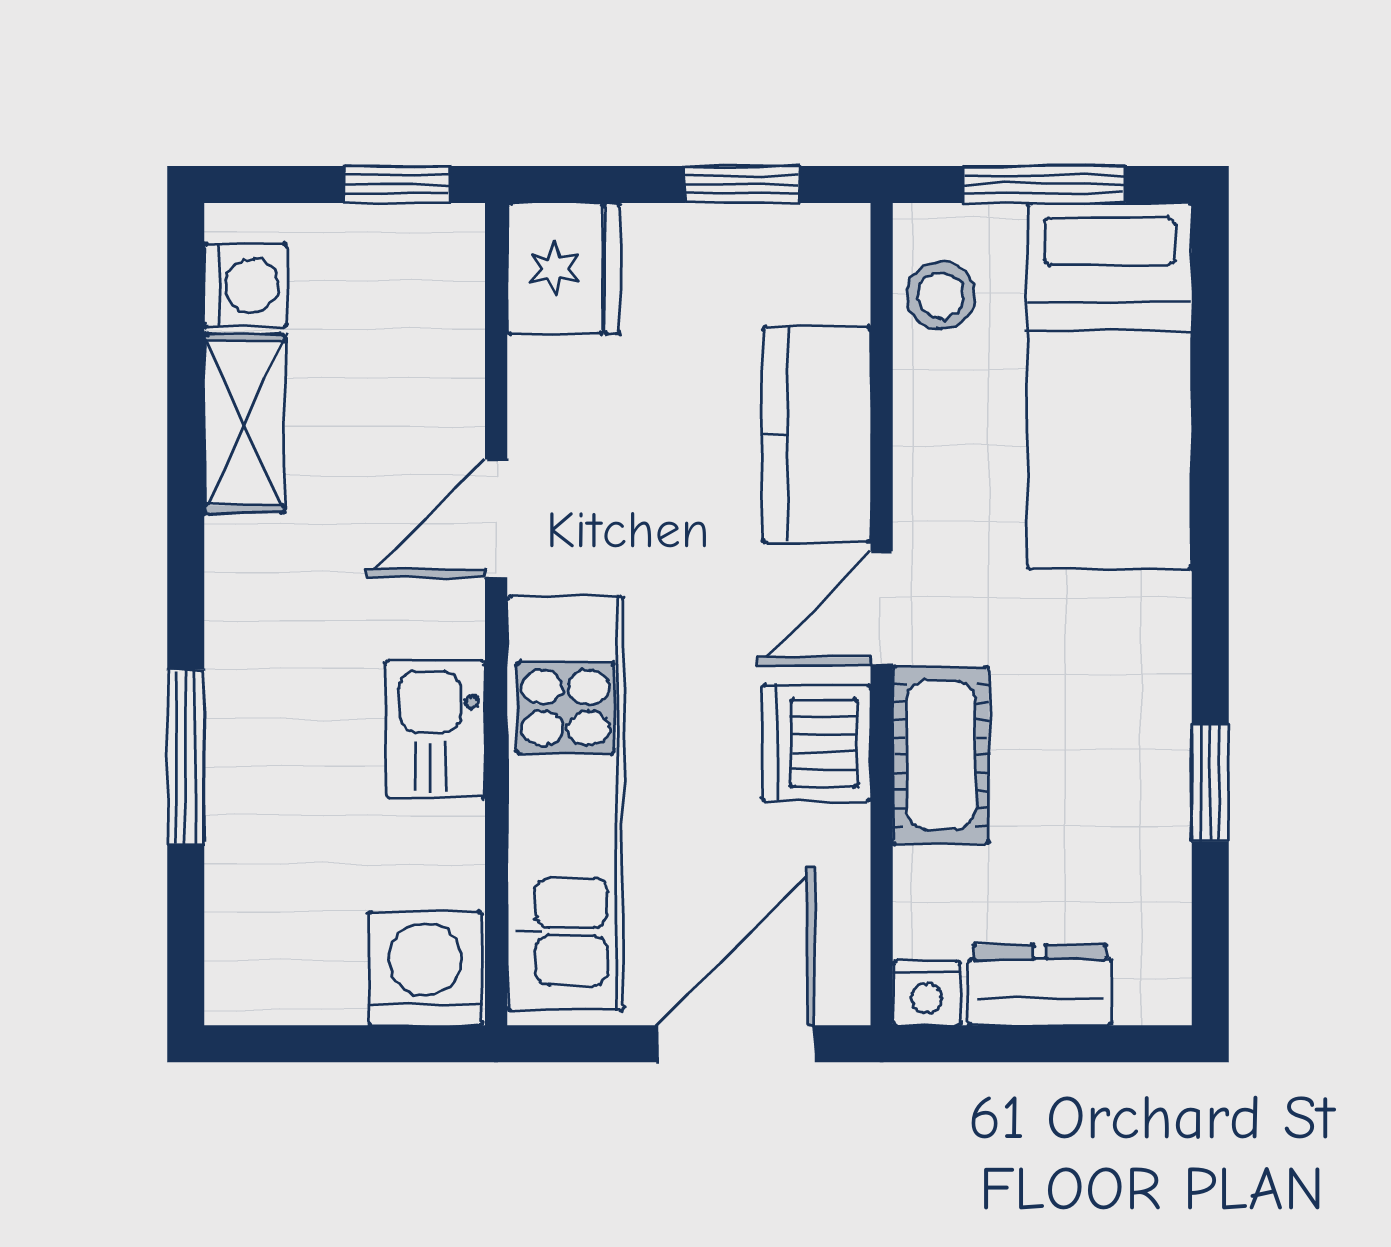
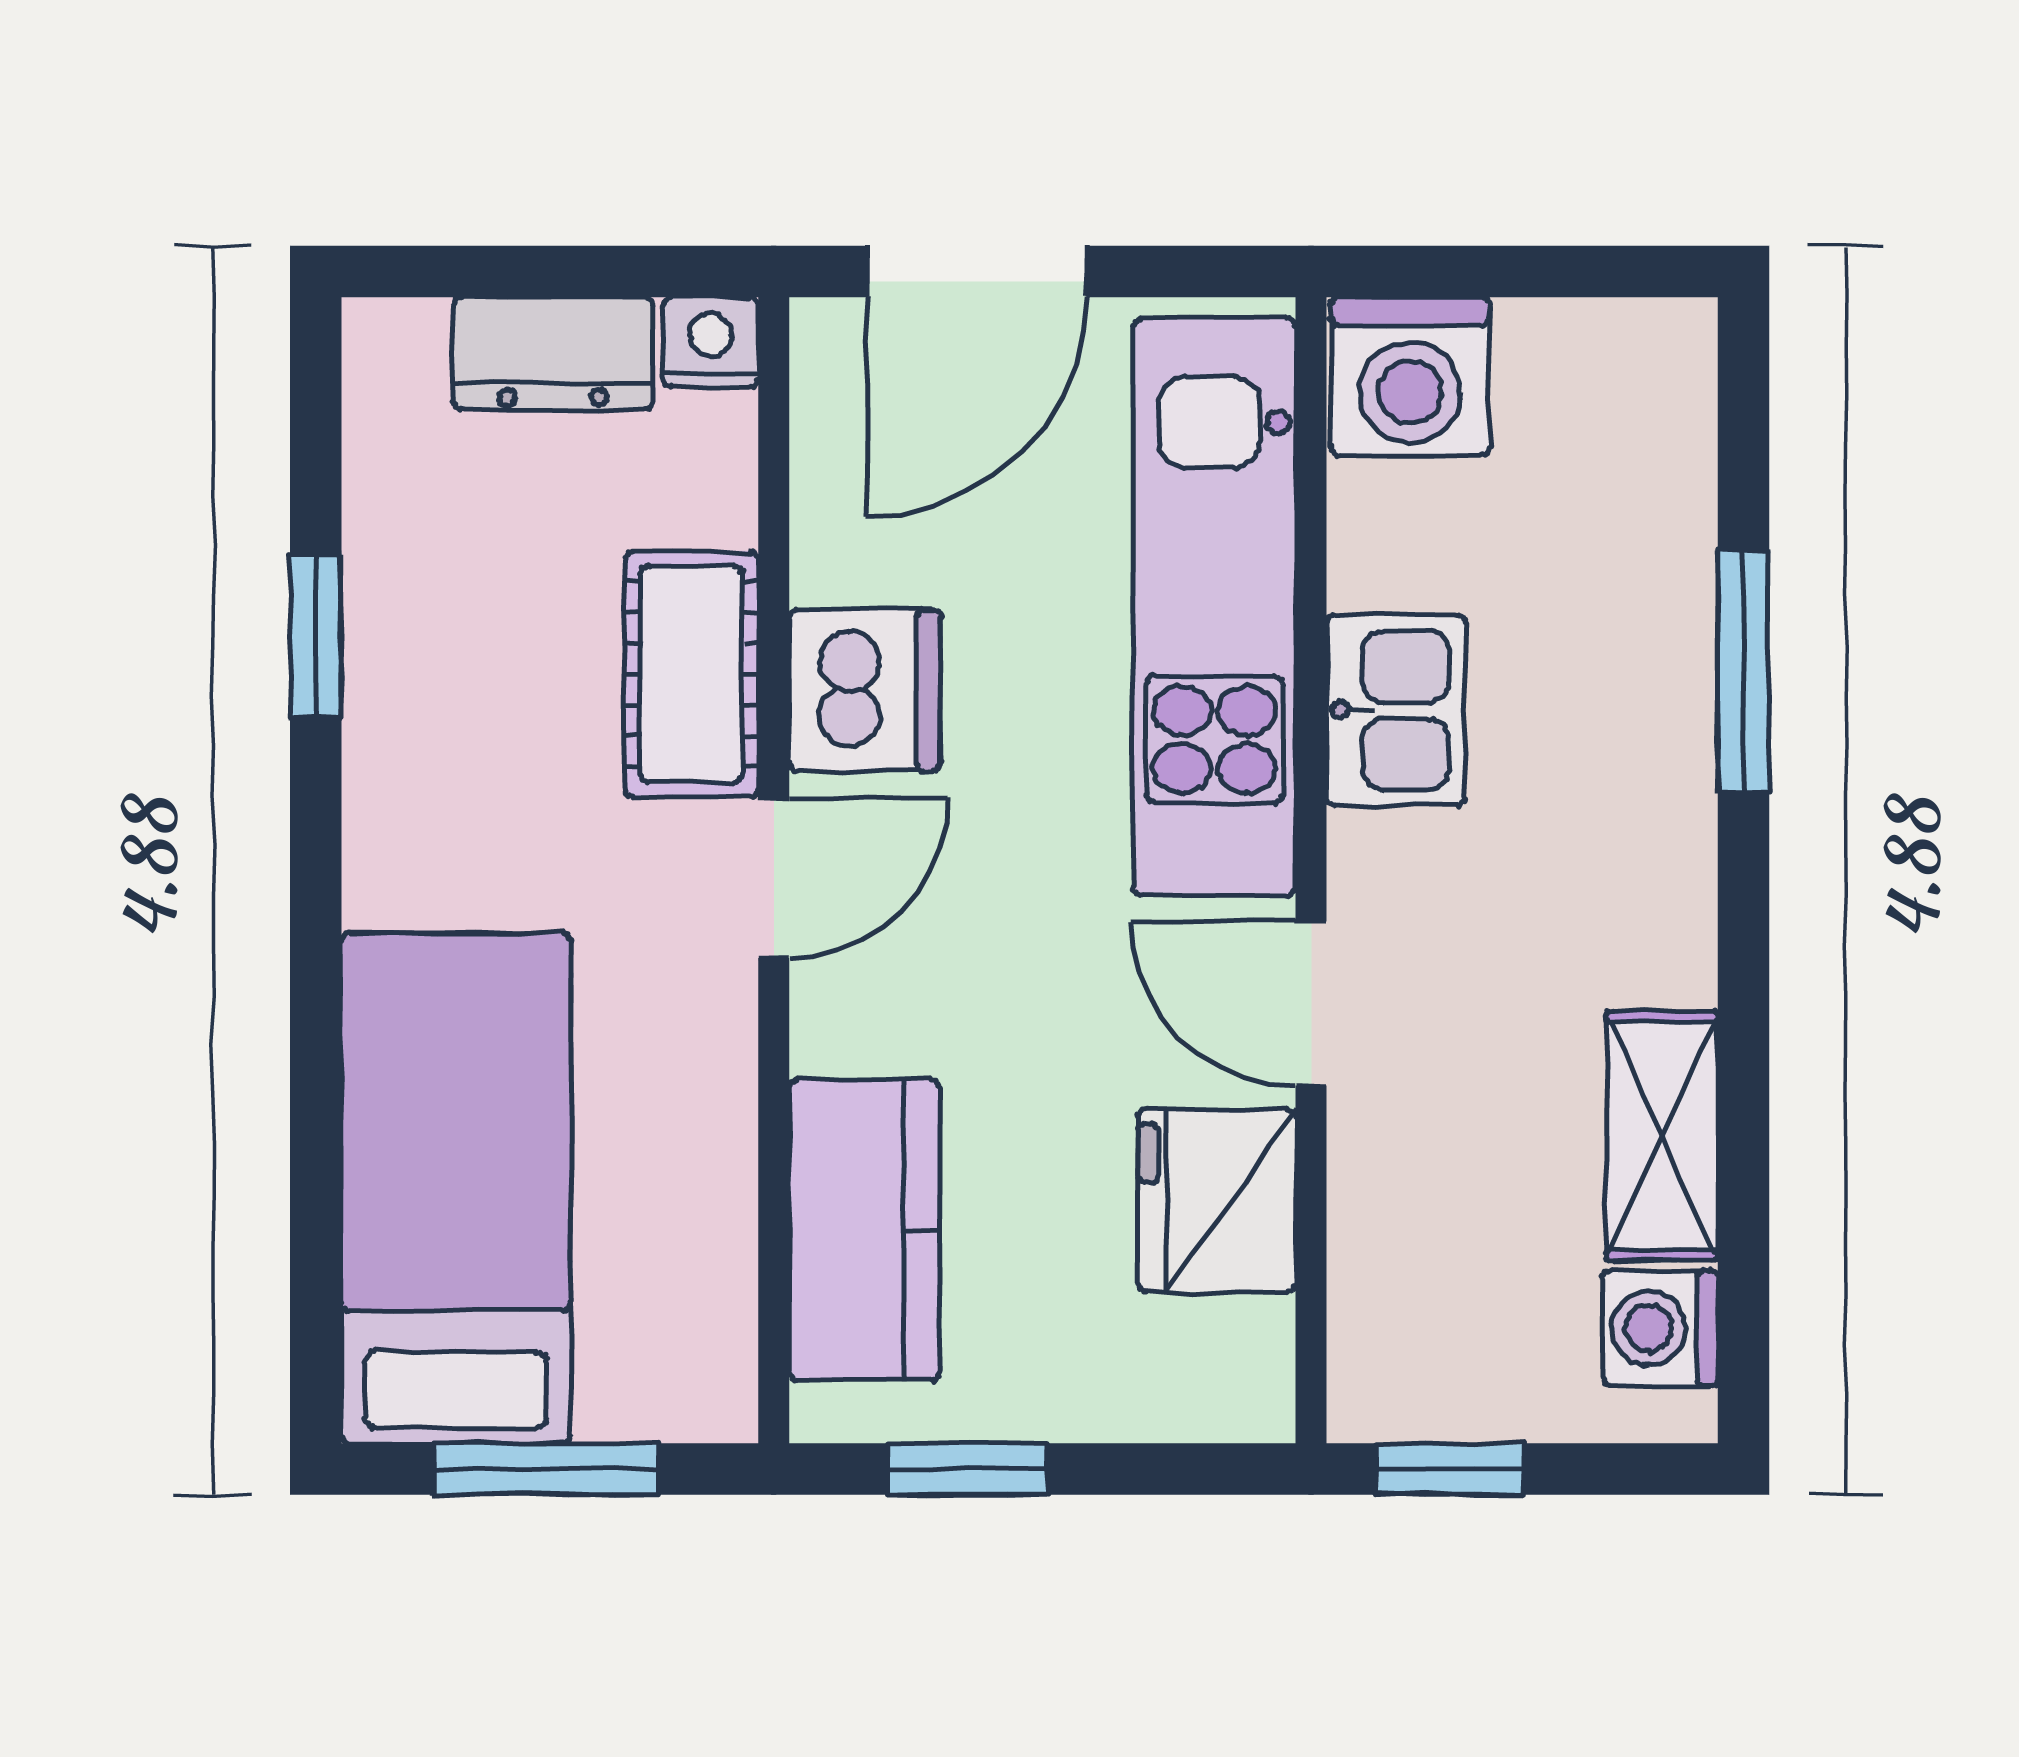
fridge: (564, 268) -> (1217, 1201), moved
stool: (941, 295) -> (691, 1314), removed
kitchen counter: (817, 435) -> (864, 1230), moved
door: (496, 518) -> (1311, 1004), swing flipped

